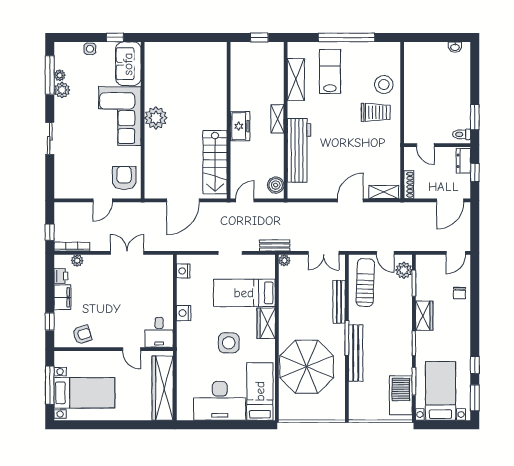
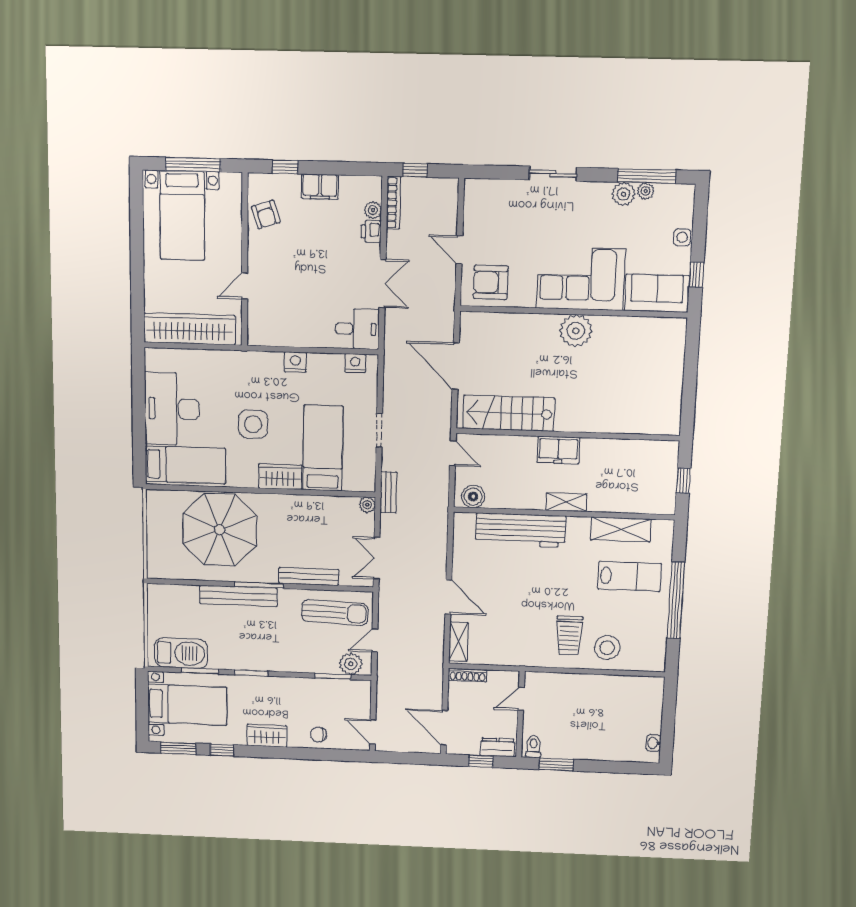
armchair: (124, 178) -> (491, 282), turned 180
printer: (61, 276) -> (371, 232), moved, turned 90
wardrobe: (424, 316) -> (267, 736), moved, turned 180
desk: (159, 332) -> (357, 329), moved, turned 180

